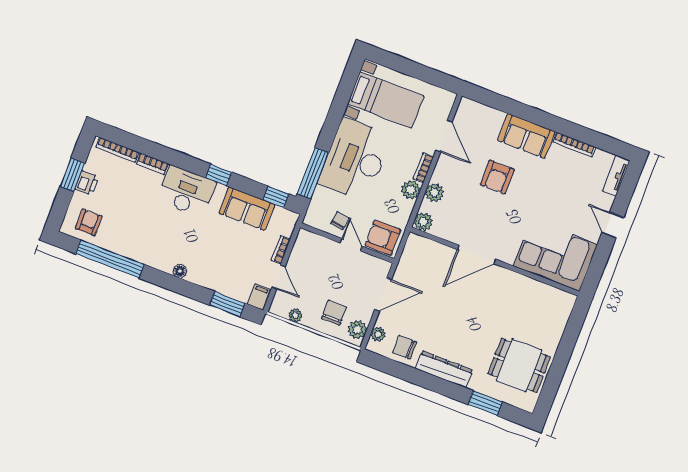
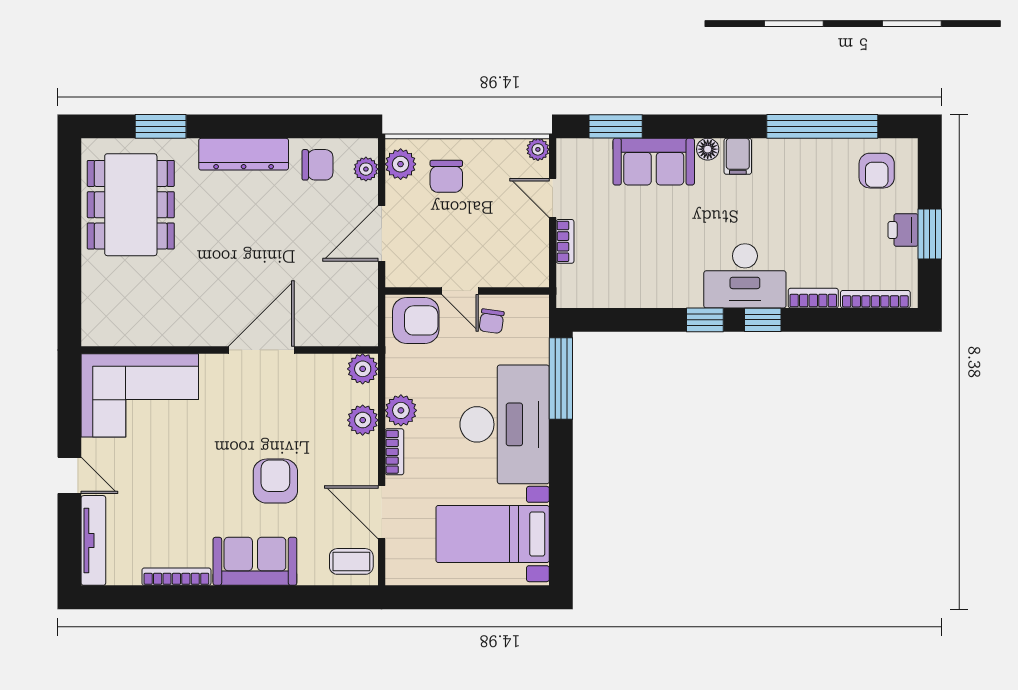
coffee table: (472, 115) -> (351, 561), added
tv unit: (616, 176) -> (93, 540), width x1.41
window: (276, 197) -> (763, 320), moved
sofa: (247, 209) -> (654, 162), moved, turned 180
filing cabinet: (259, 297) -> (738, 156), moved
plant: (295, 315) -> (538, 149), moved
dining table: (519, 365) -> (131, 205), width x1.38

